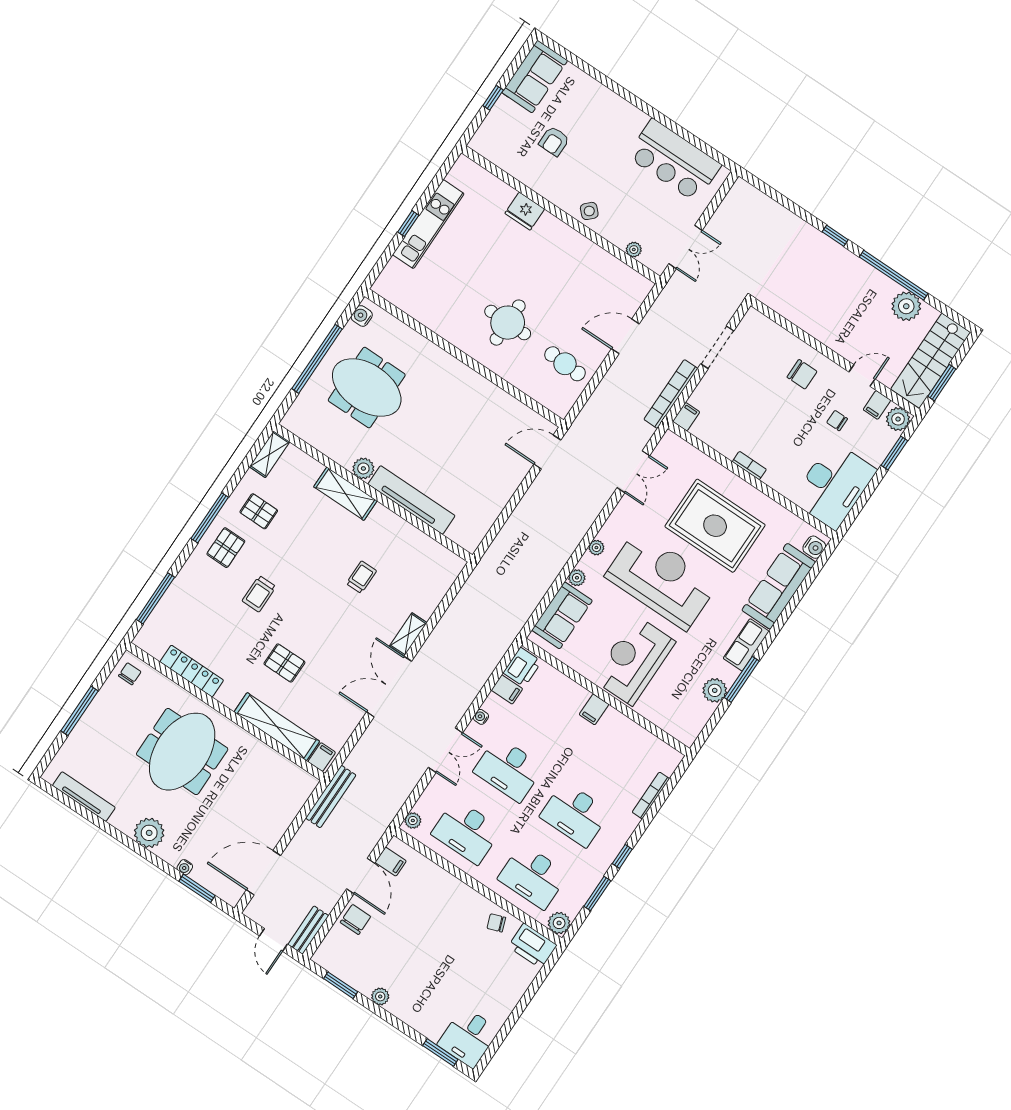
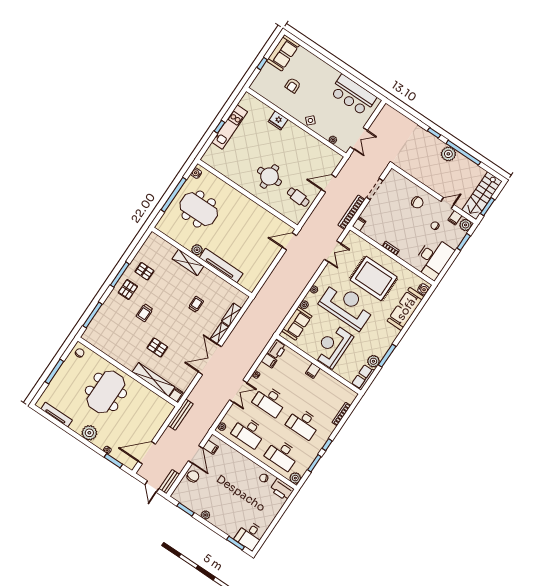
plant: (906, 306) -> (448, 154), moved
shelving: (269, 454) -> (232, 315), moved
row of seats: (746, 645) -> (363, 377), moved
locker: (192, 671) -> (111, 351), removed

